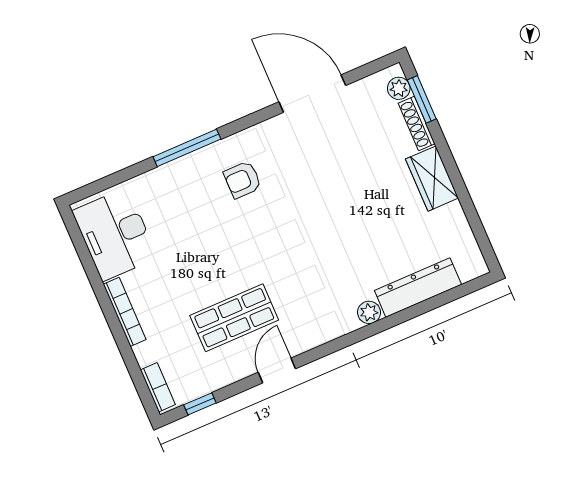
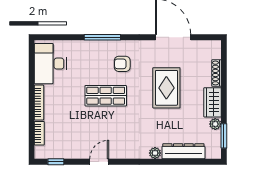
plant: (399, 88) -> (215, 124), moved
window: (422, 99) -> (224, 136), moved
rug: (339, 188) -> (166, 88), added
shop shelf: (234, 318) -> (106, 96), moved
bookcase: (158, 387) -> (39, 133), moved

